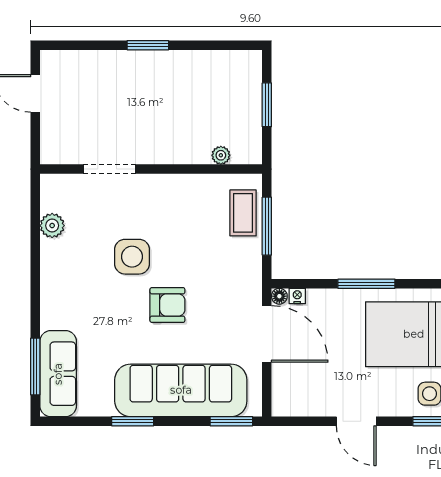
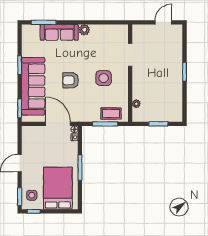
plant: (52, 226) -> (84, 30), moved
side table: (132, 257) -> (104, 78), moved
armchair: (167, 305) -> (71, 80), turned 90
door: (267, 334) -> (58, 124), swing flipped
sofa: (58, 374) -> (59, 32), moved

